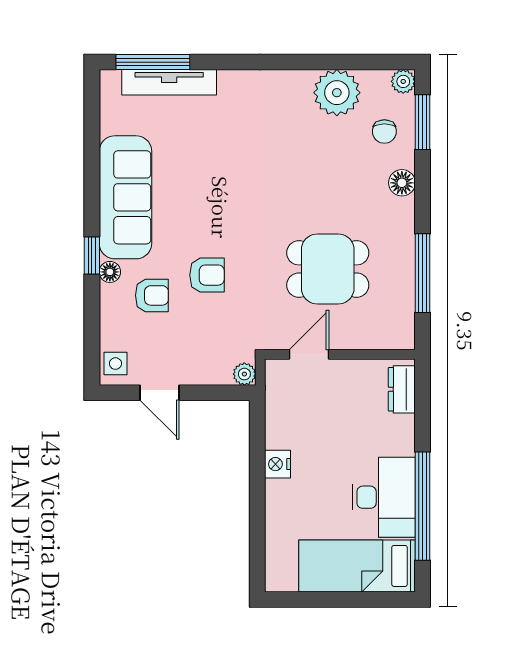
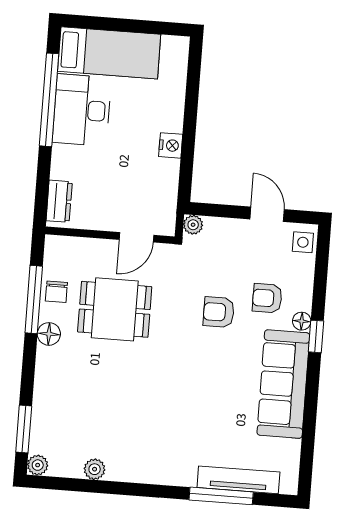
window: (153, 62) -> (221, 496), moved
plant: (337, 93) -> (95, 469), width x0.53, depth x0.53
chair: (384, 131) -> (56, 292), moved, turned 180
floor lamp: (402, 183) -> (49, 334), moved

